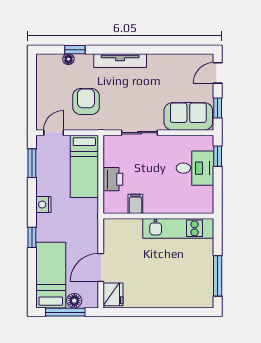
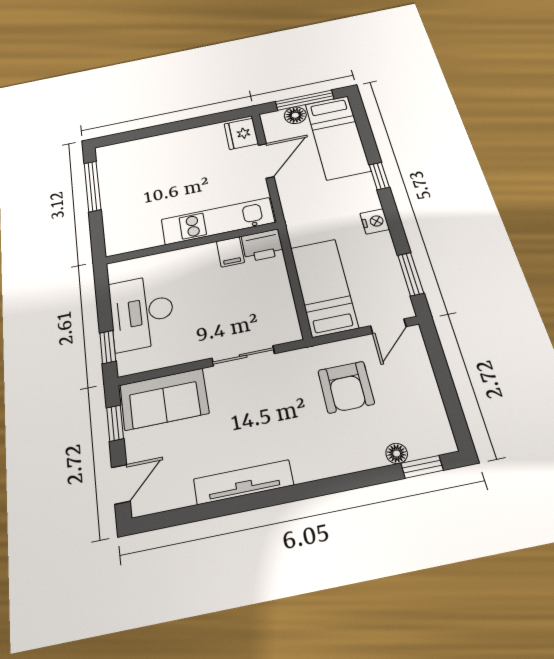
window: (75, 50) -> (422, 467), moved
tv unit: (120, 61) -> (243, 482), moved
desk: (195, 168) -> (142, 312), width x1.37
printer: (113, 179) -> (262, 245), moved, turned -90
kitchen unit: (178, 228) -> (218, 221), moved

